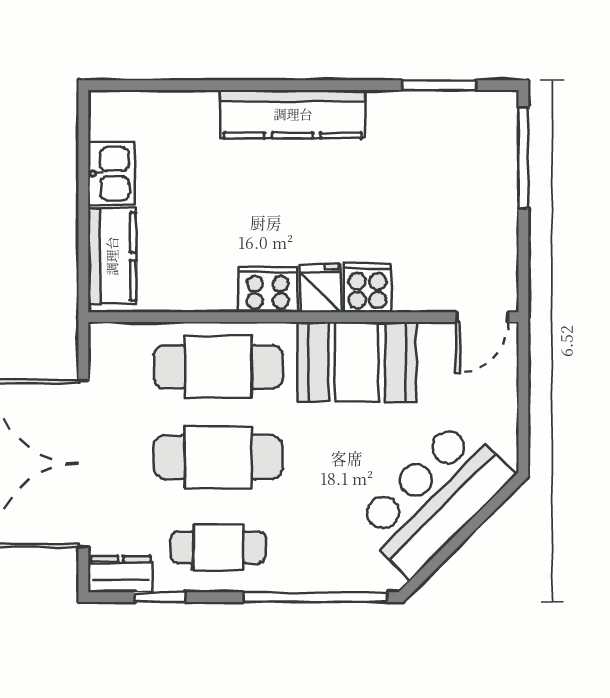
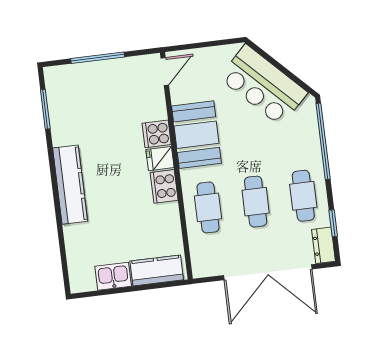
window: (523, 158) -> (98, 58), moved
door: (482, 317) -> (165, 72), hinge flipped
cafe table: (218, 367) -> (208, 207), width x0.73, depth x0.74
cafe table: (218, 457) -> (256, 202), width x0.73, depth x0.74

